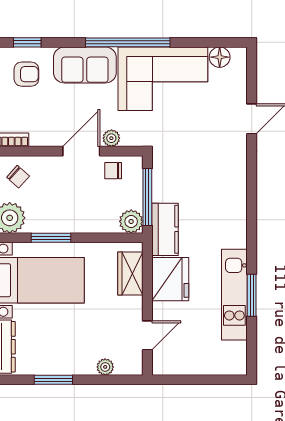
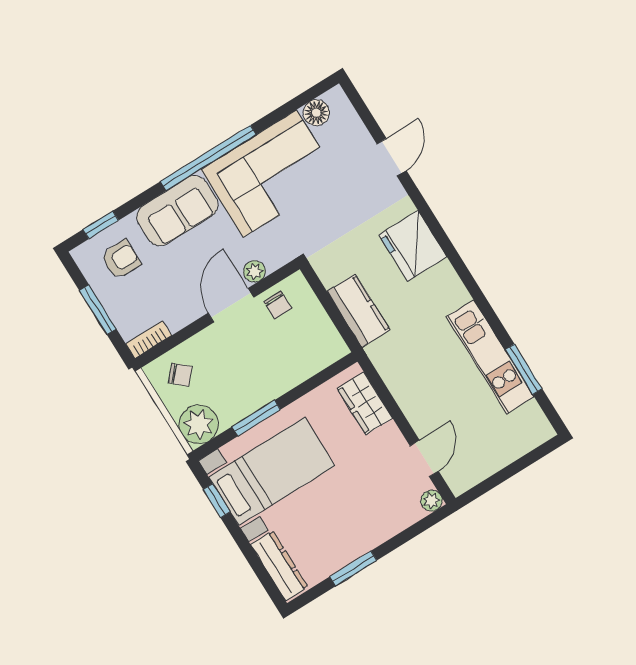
chair: (113, 171) -> (278, 305), turned -90
window: (147, 197) -> (332, 310), removed
plant: (131, 221) -> (331, 347), removed
kitchen counter: (165, 229) -> (358, 311), moved
fridge: (170, 279) -> (413, 246), moved, turned 180
window: (252, 295) -> (524, 369), moved
plant: (105, 367) -> (432, 501), moved

